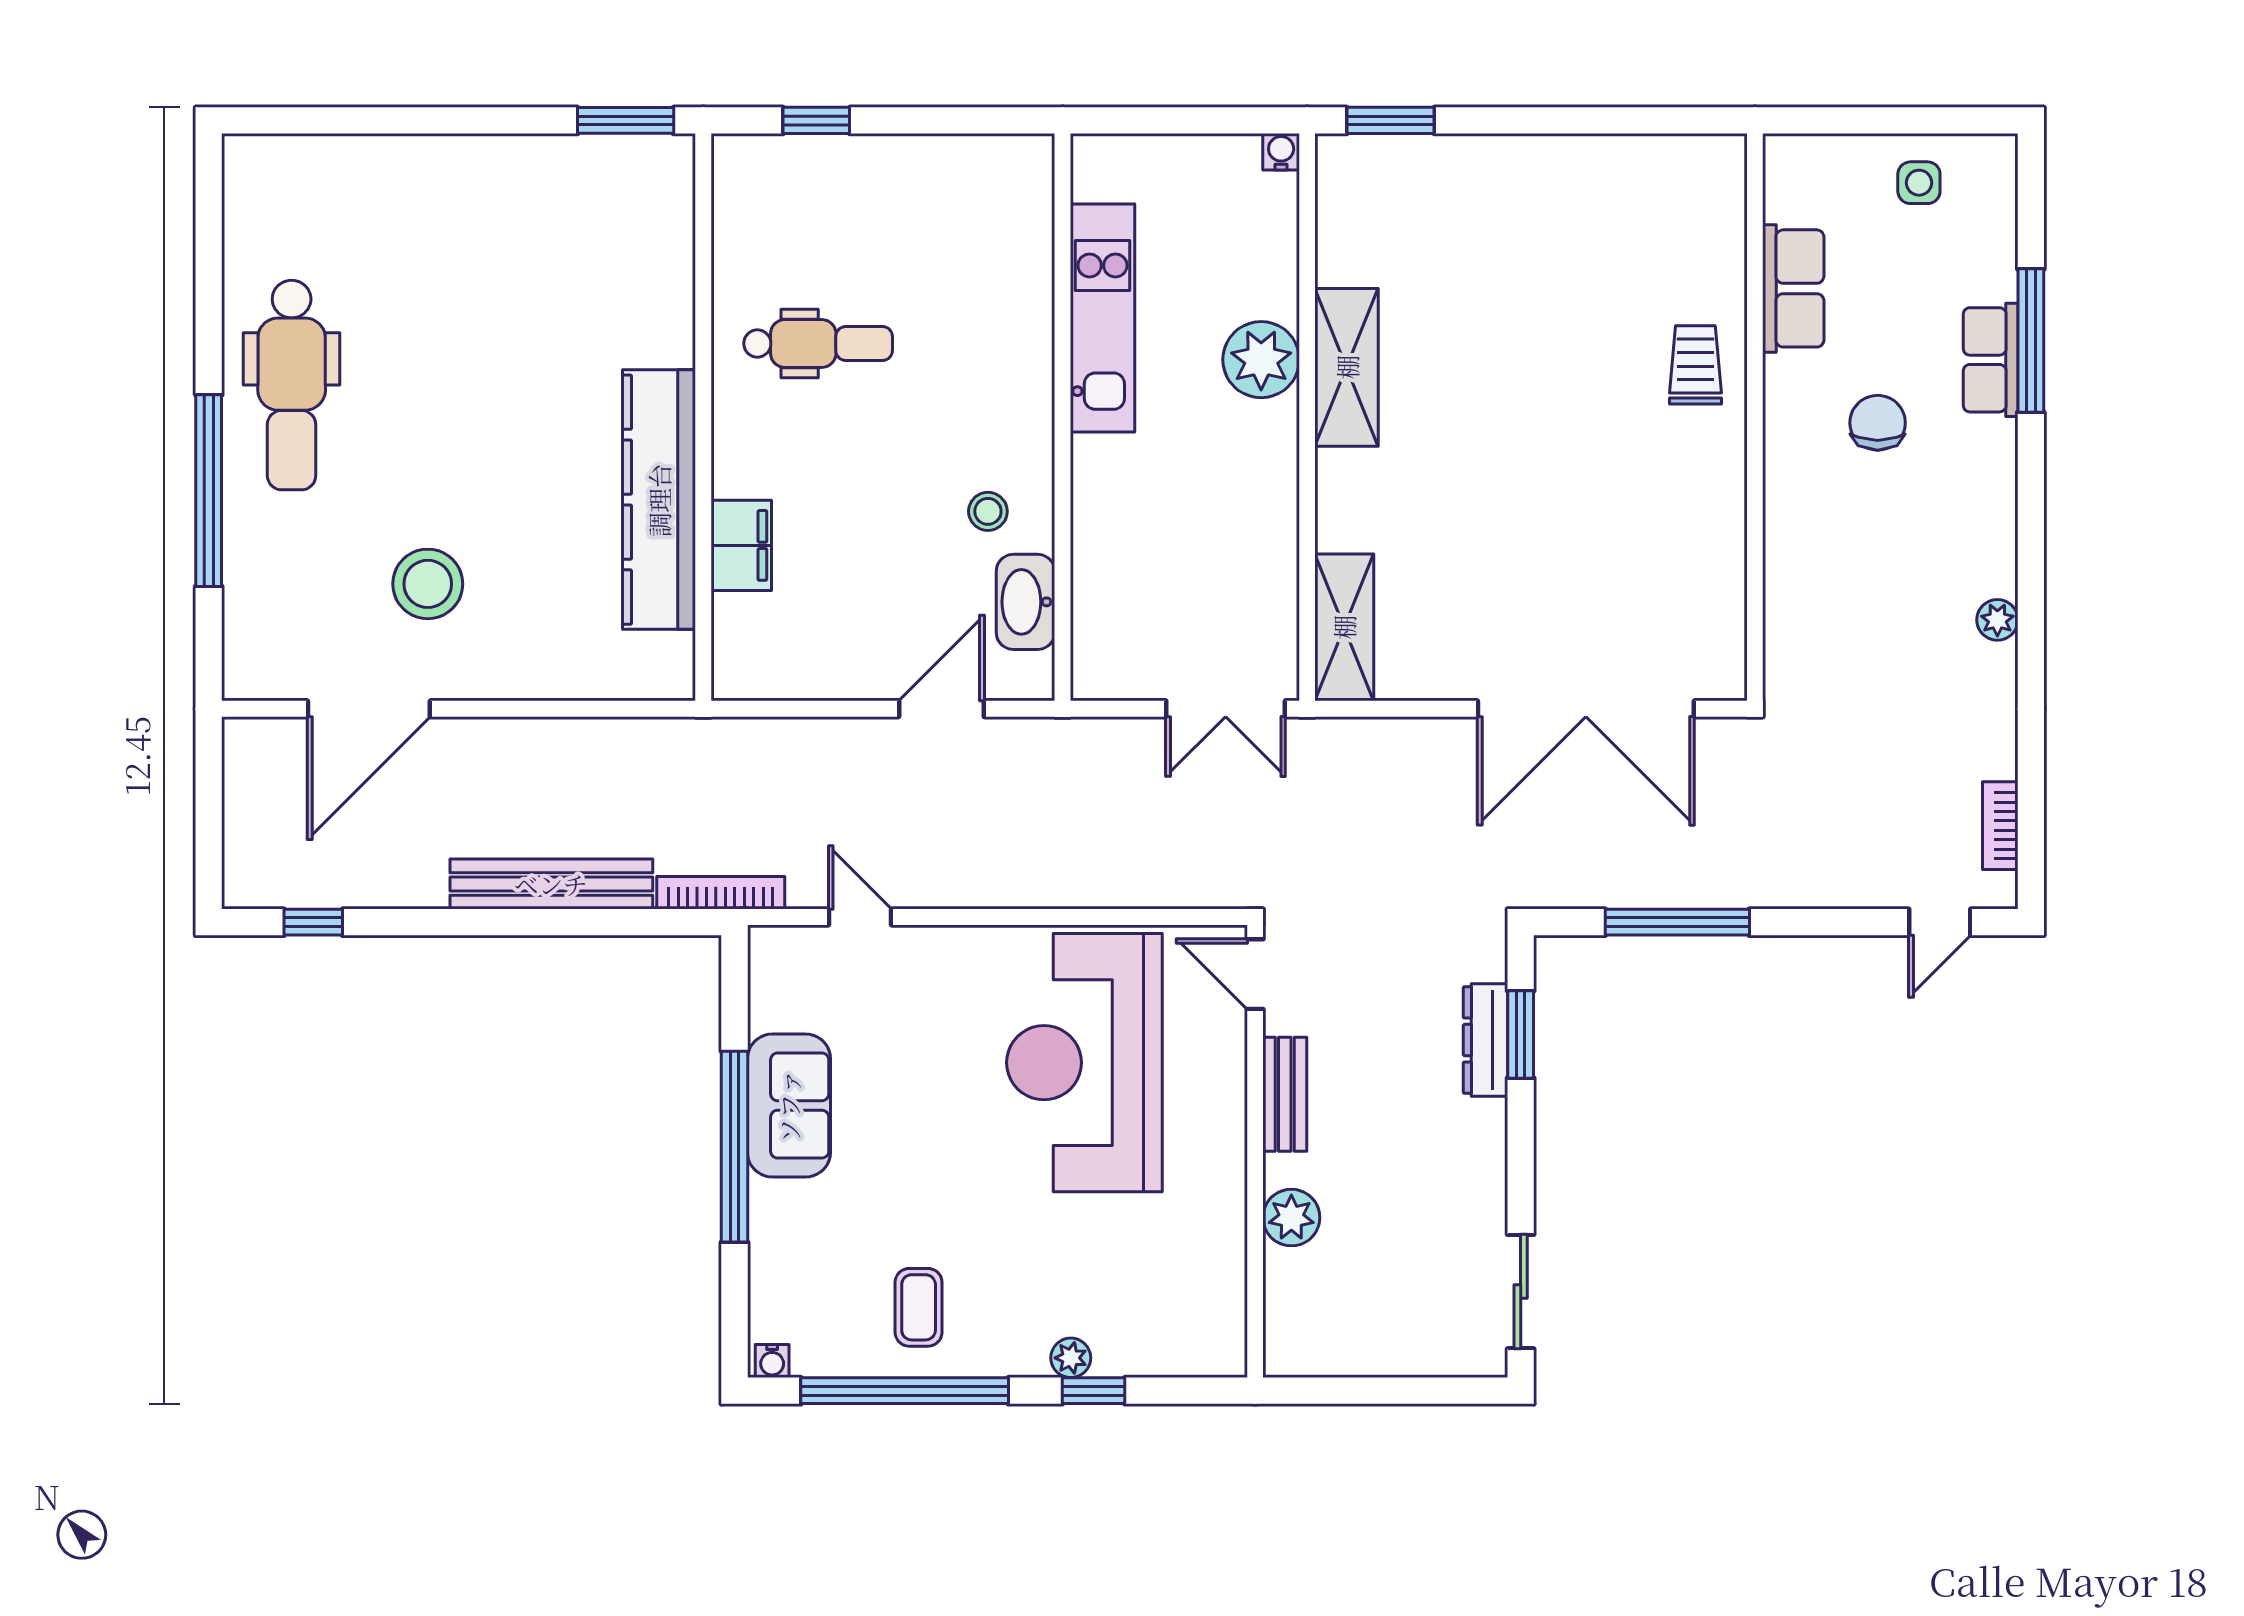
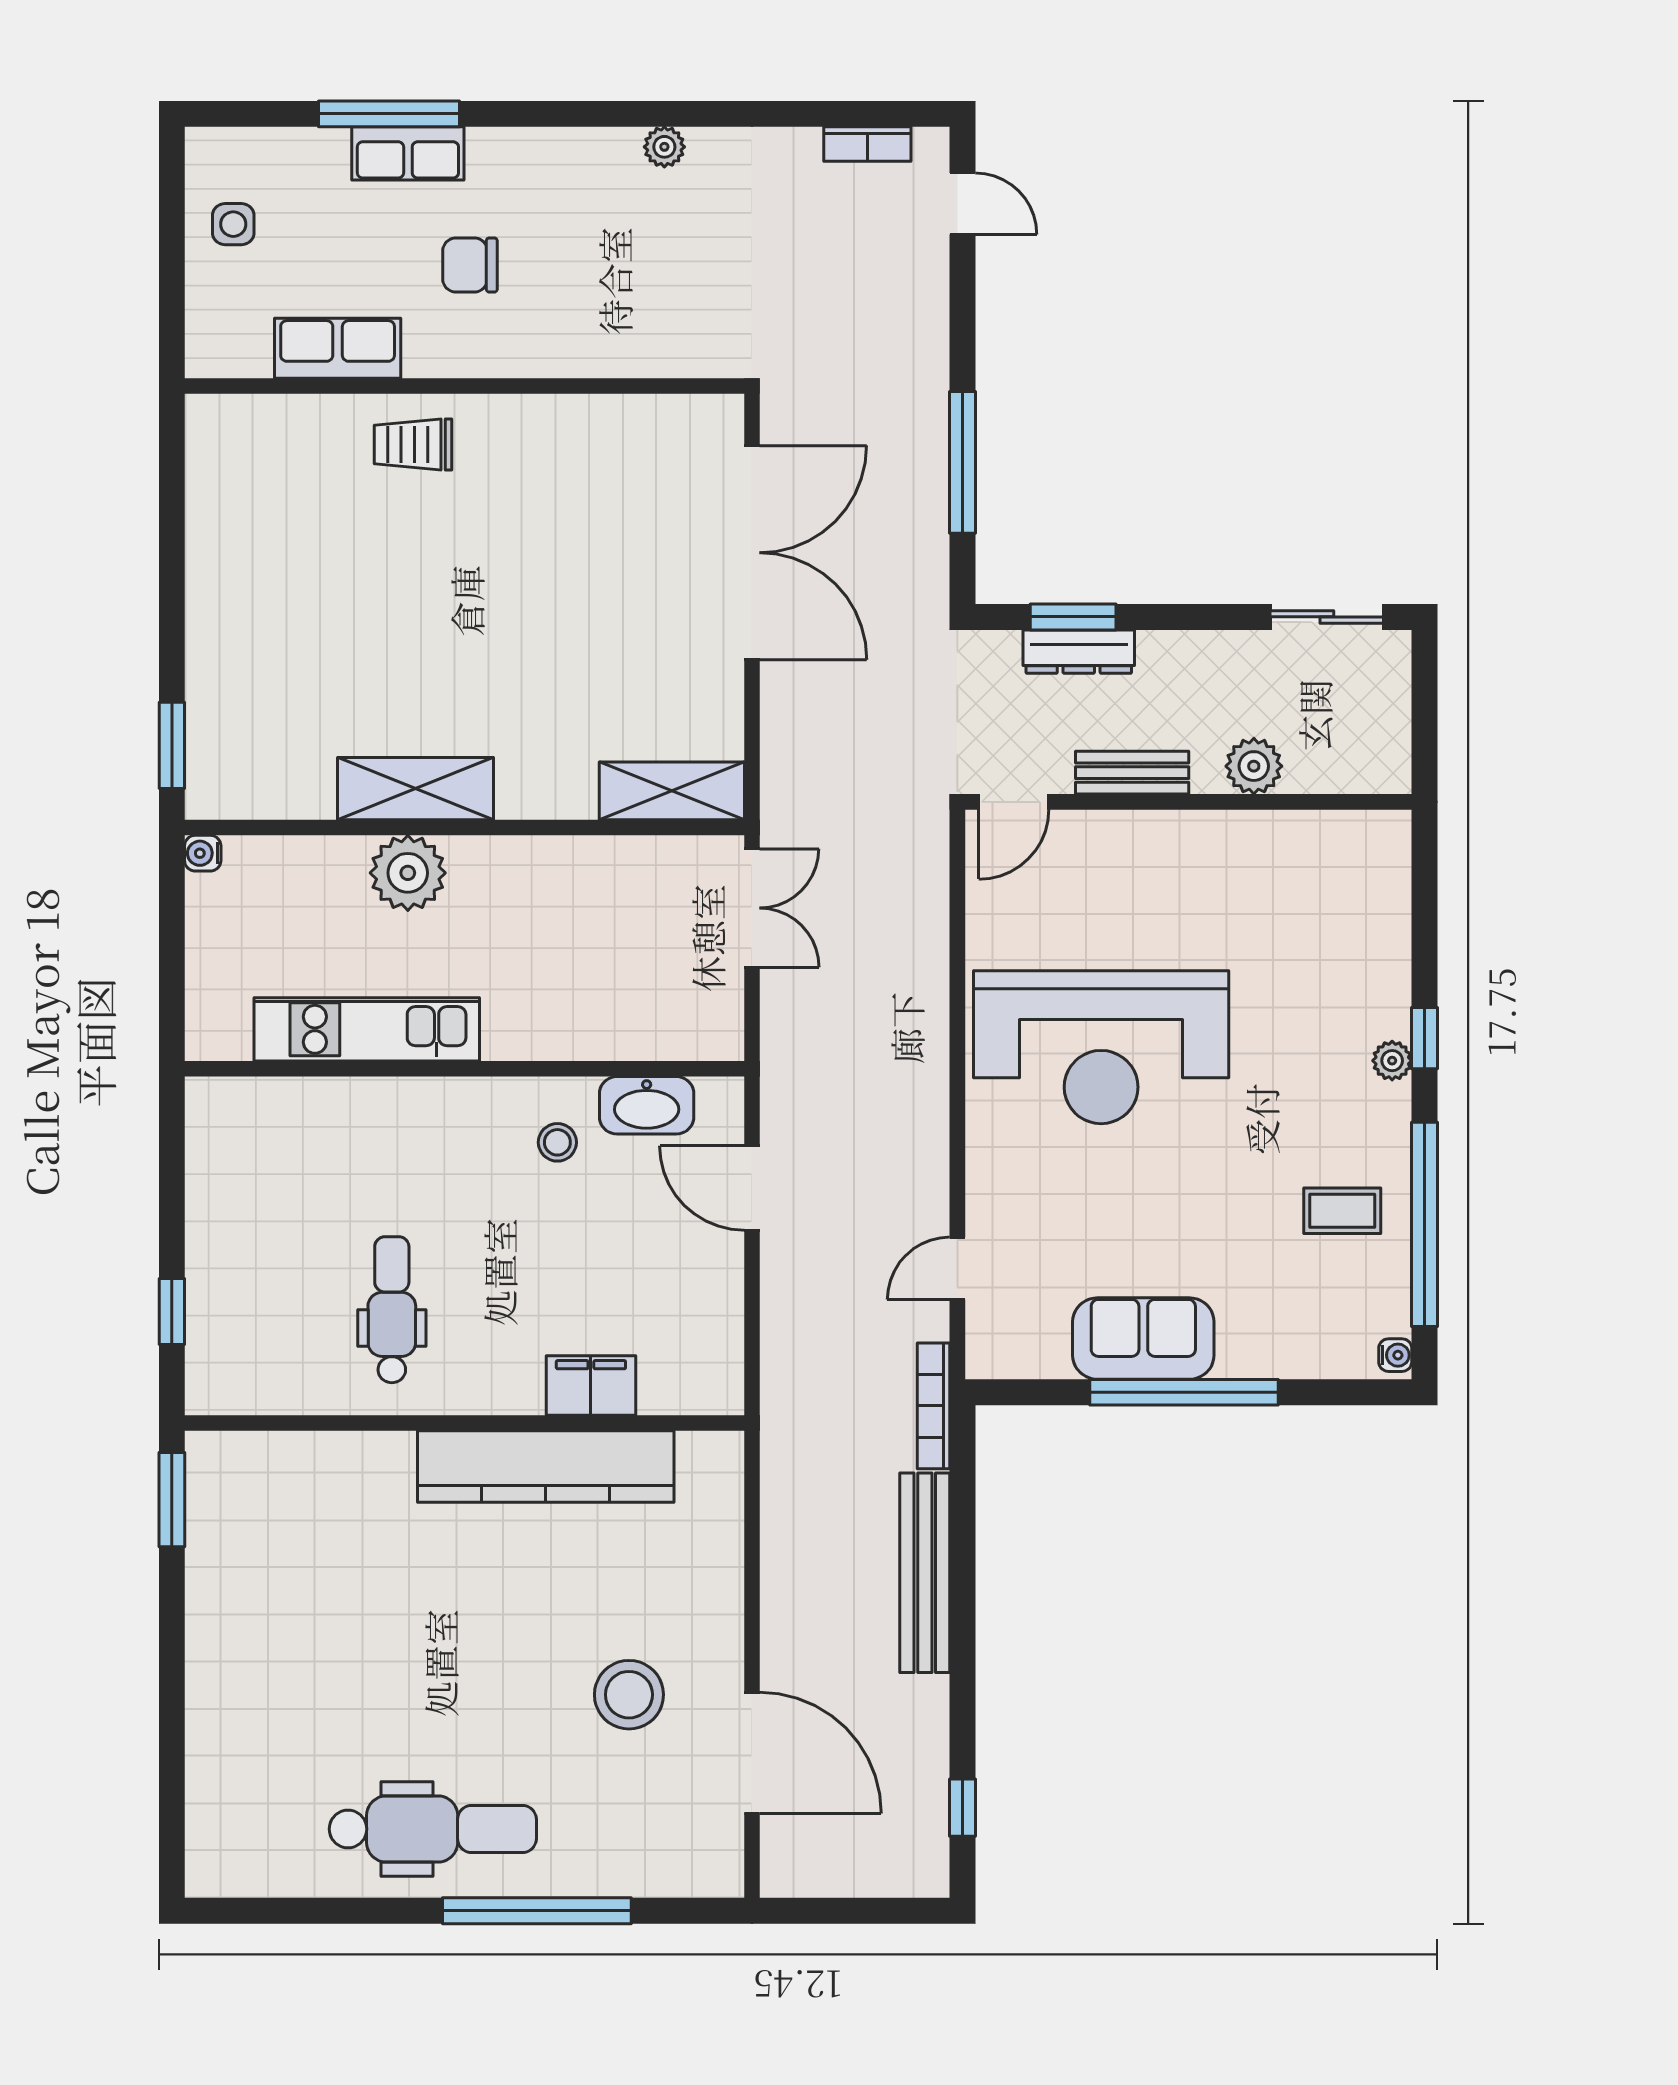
door: (1255, 974) -> (1014, 802), moved
bench: (1285, 1094) -> (1132, 773), moved
wall: (1255, 1151) -> (1188, 802), moved
plant: (1291, 1218) -> (1254, 766), moved

